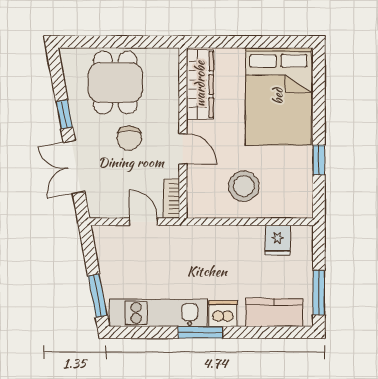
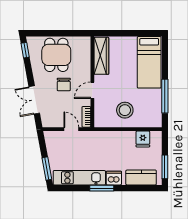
bed: (278, 96) -> (149, 62), width x0.67
window: (64, 114) -> (25, 50), moved
door: (183, 149) -> (92, 90), swing flipped
window: (319, 160) -> (165, 96), width x2.17

